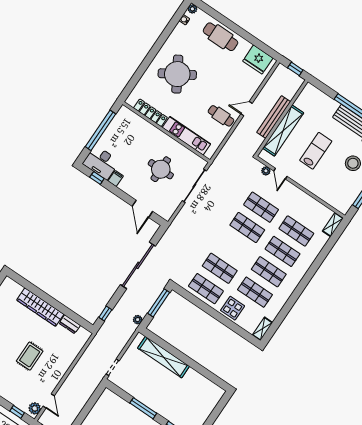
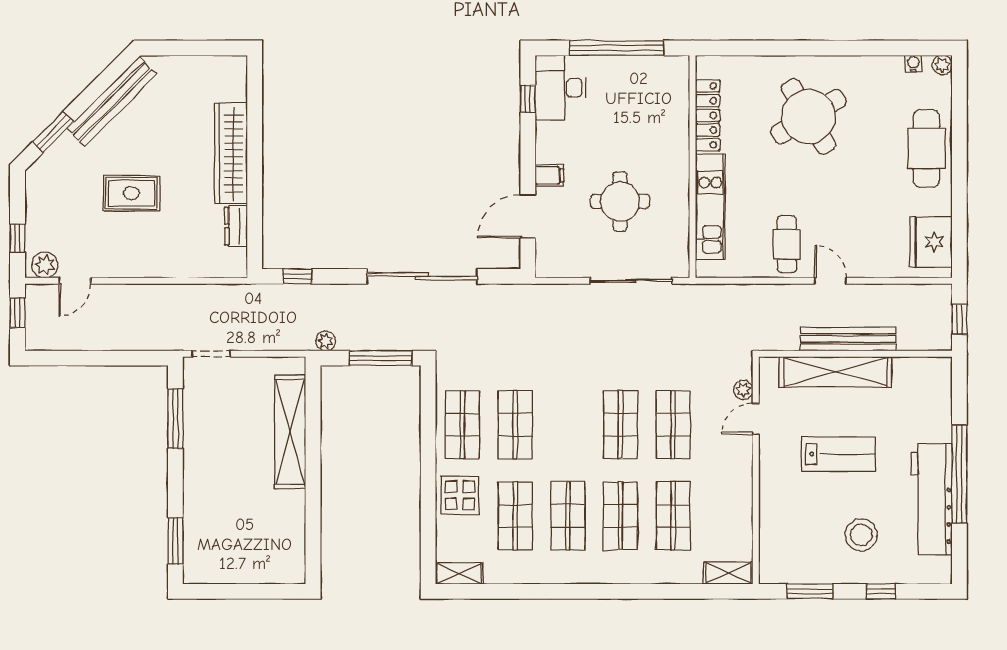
filing cabinet: (116, 179) -> (549, 175), moved
window: (143, 408) -> (175, 419), moved

